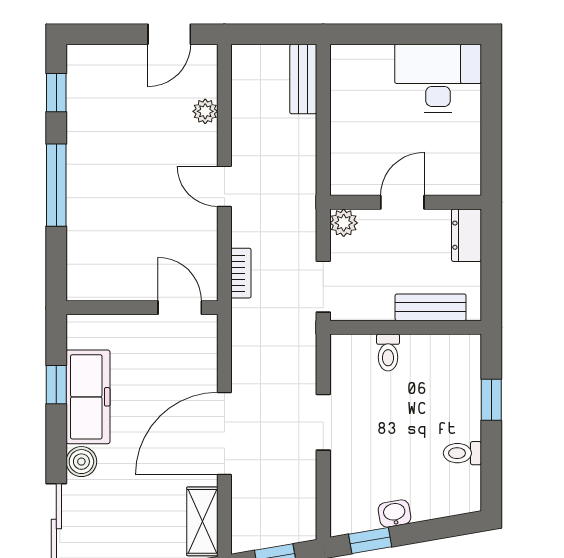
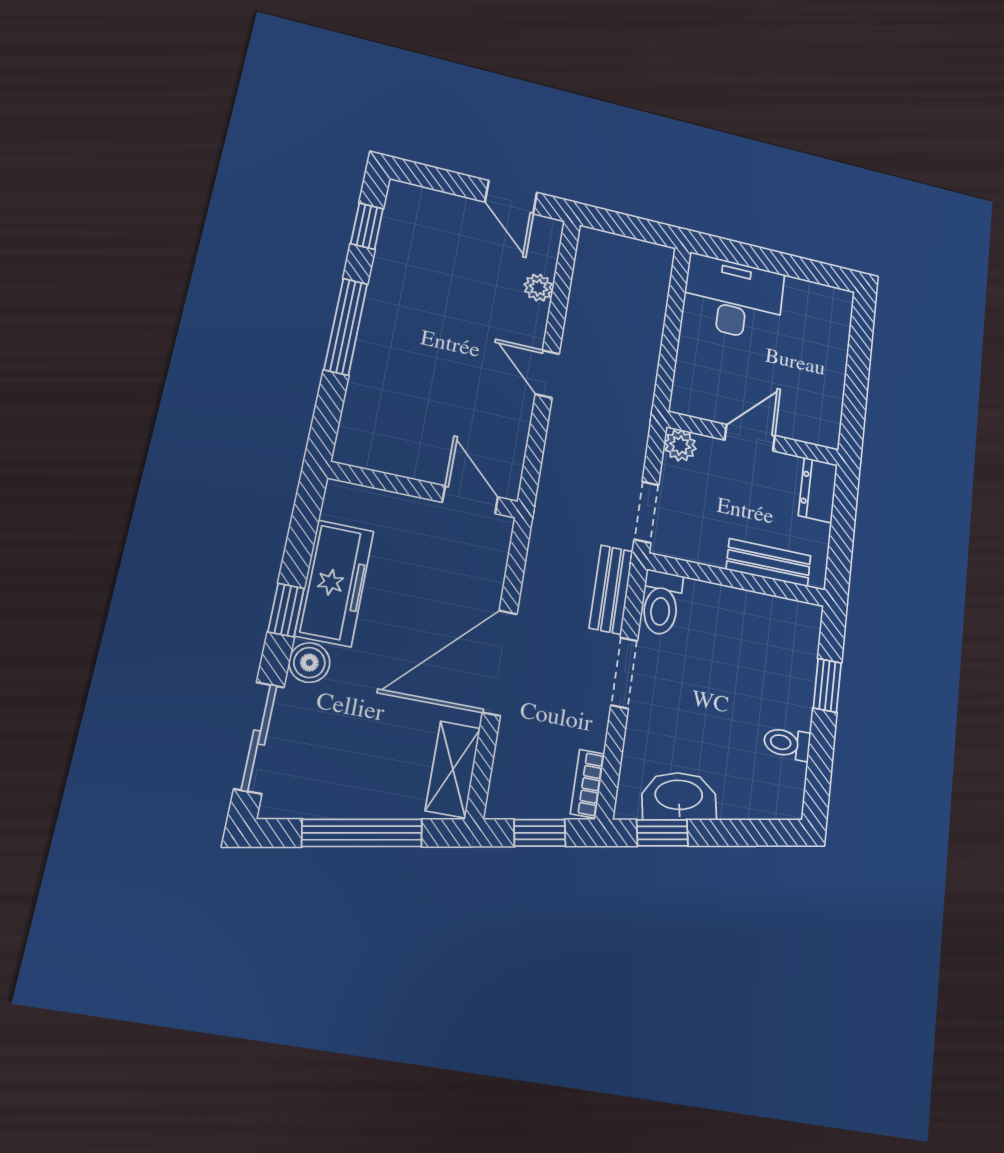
door: (169, 34) -> (511, 197), hinge flipped
desk: (438, 78) -> (733, 298), moved
bench: (303, 79) -> (611, 590), moved
bookcase: (241, 273) -> (588, 784), moved, turned 180
toilet: (388, 353) -> (661, 603), moved, width x1.37, depth x1.39
window: (56, 385) -> (286, 610), moved
washbasin: (394, 513) -> (679, 796), width x1.91, depth x1.45

